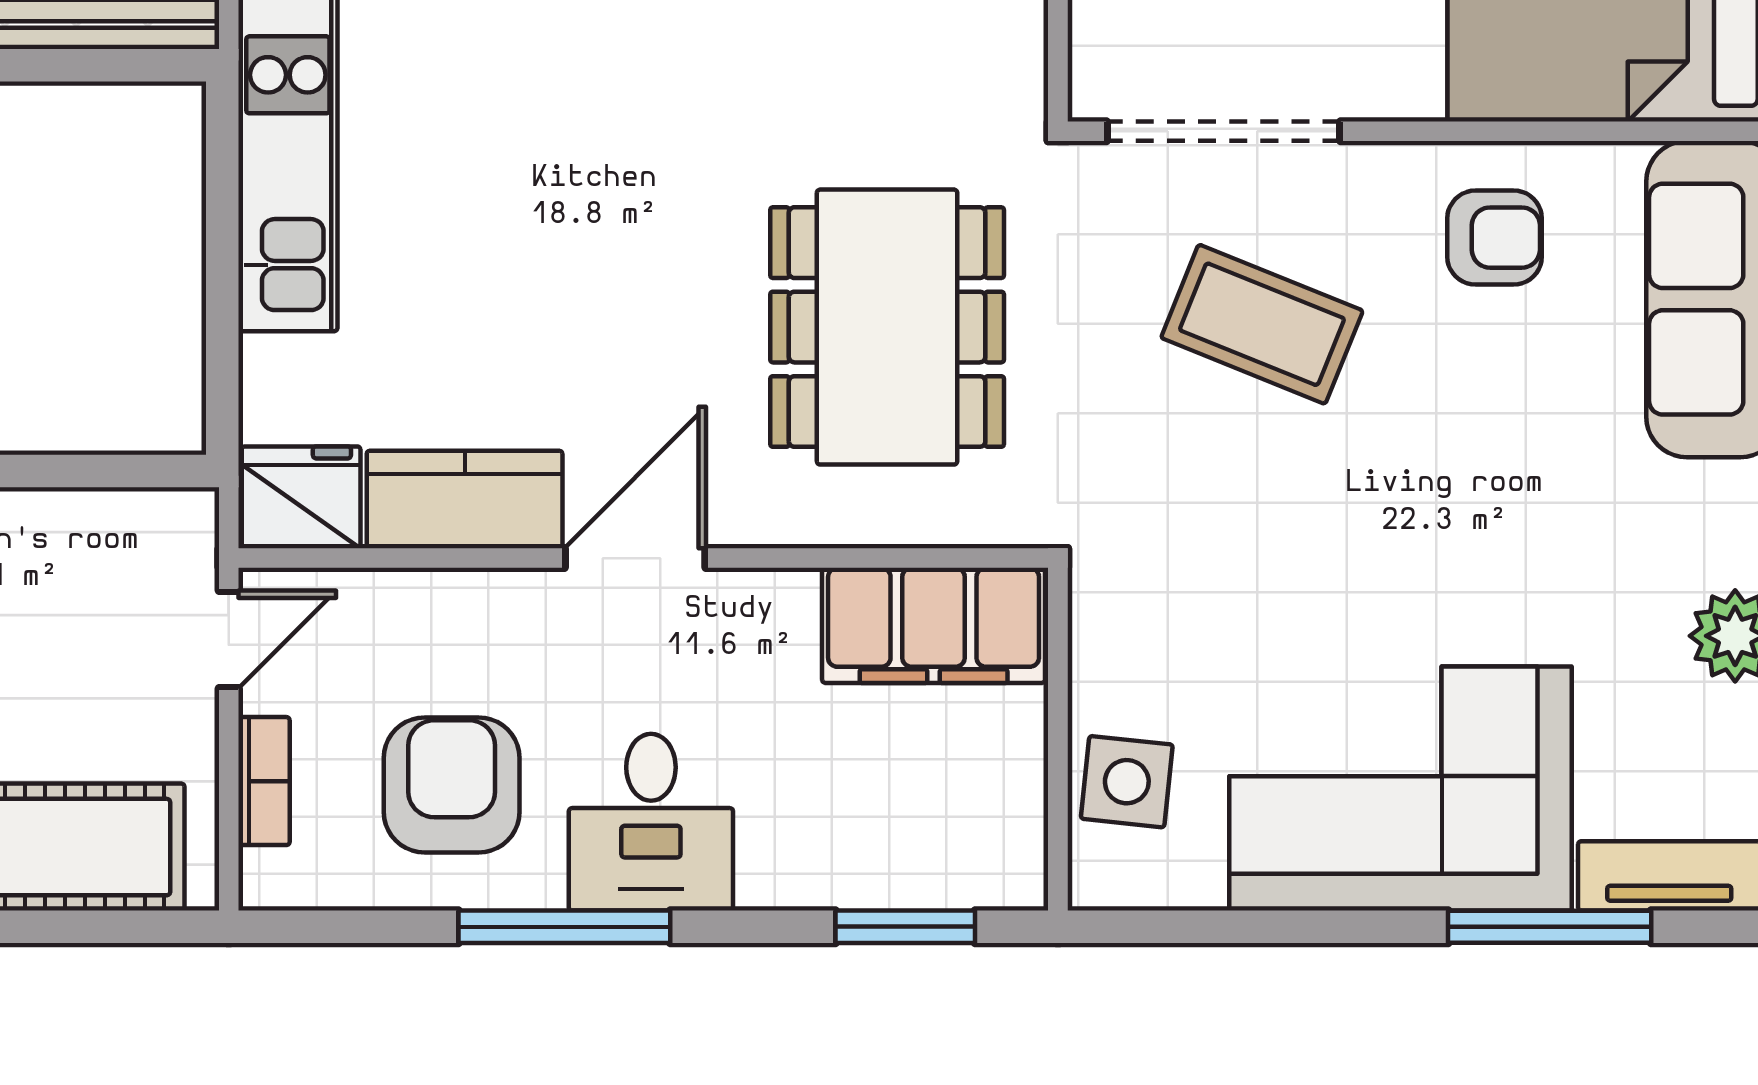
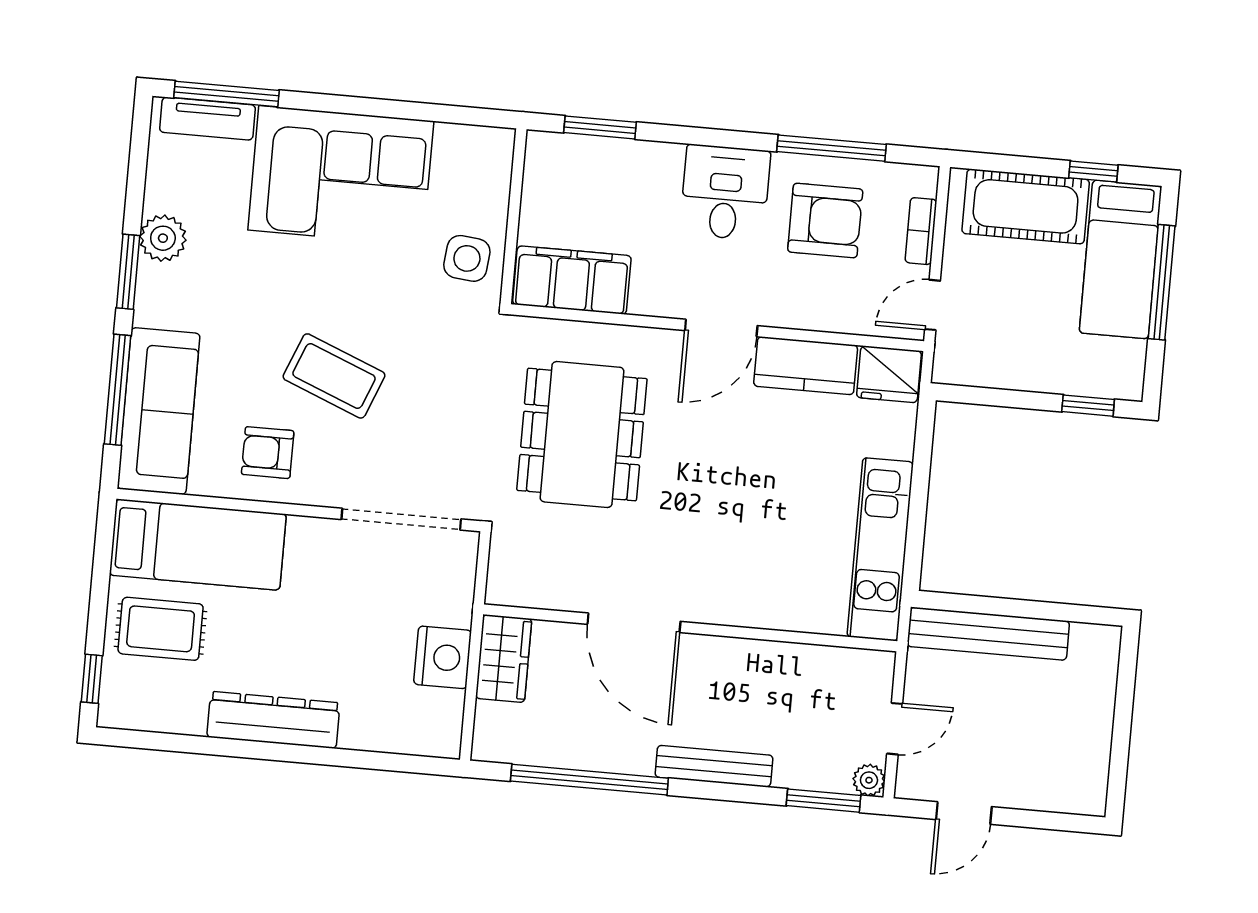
coffee table: (1262, 324) -> (334, 376), moved
side table: (1127, 782) -> (467, 258), moved
armchair: (452, 785) -> (825, 221), turned -90
window: (564, 927) -> (832, 148), moved
window: (1550, 927) -> (226, 94), moved

